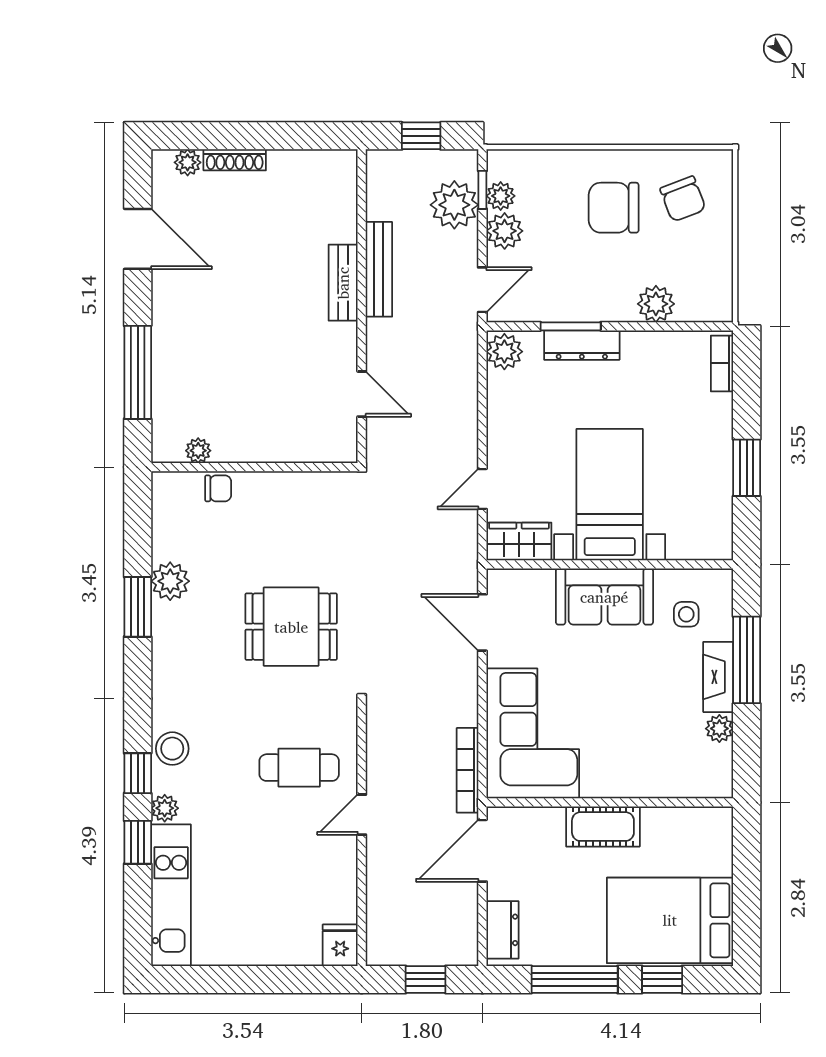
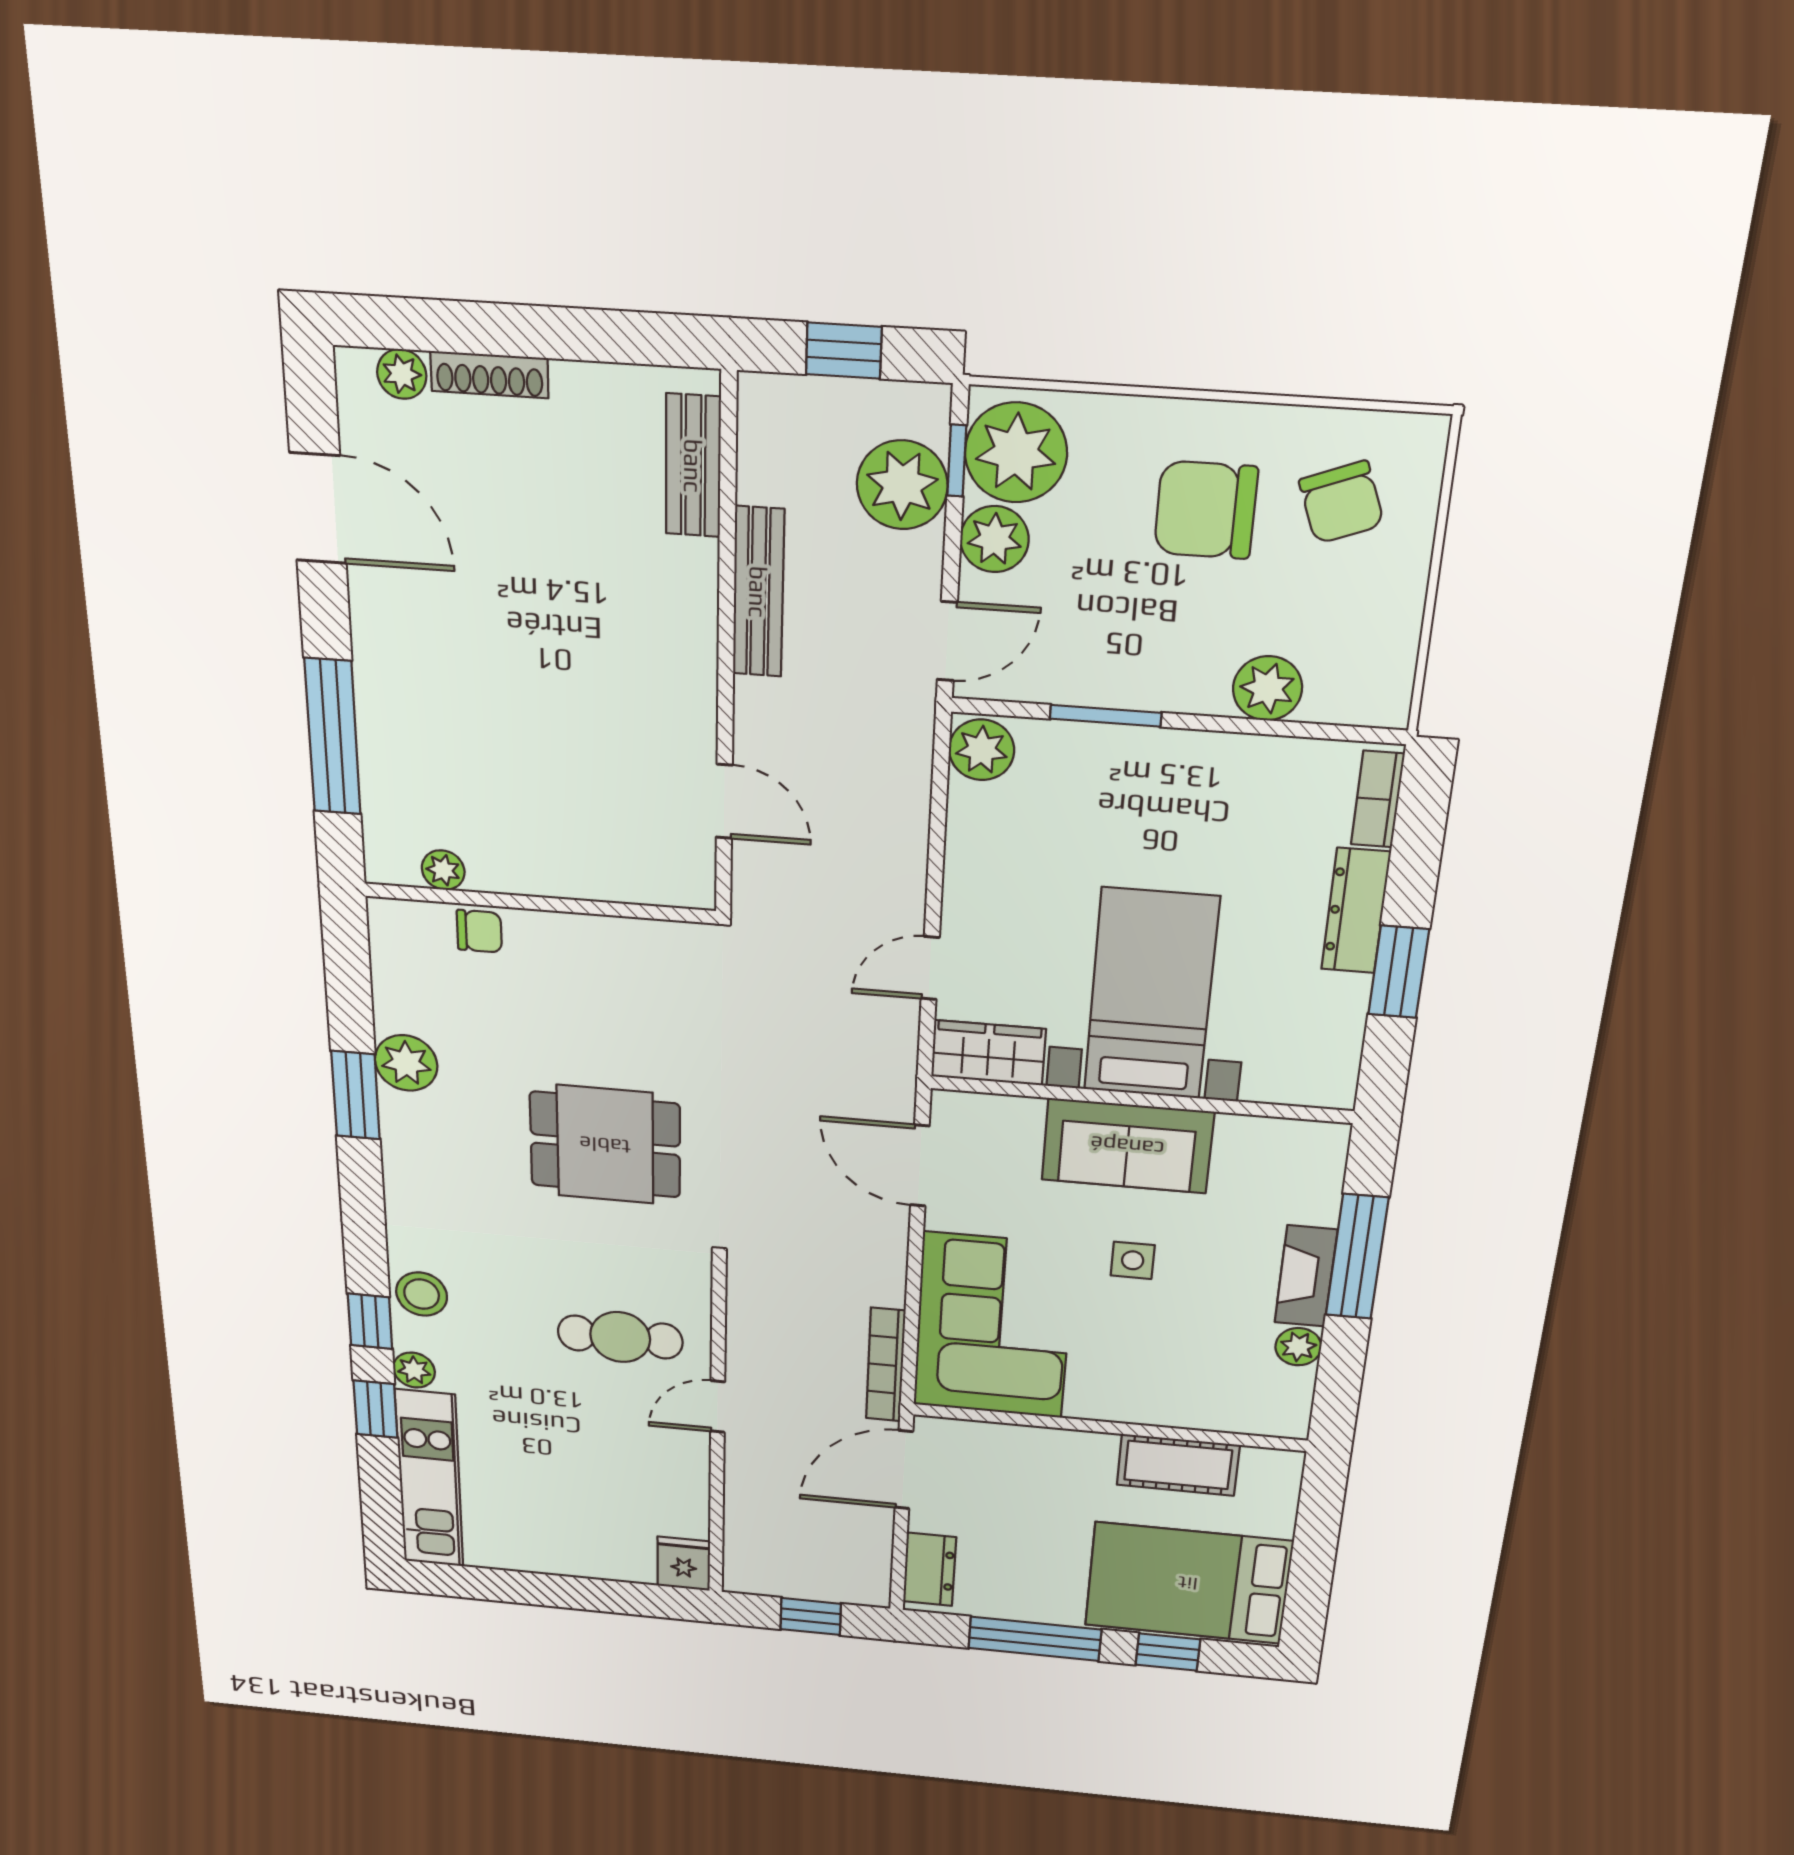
plant: (501, 196) -> (1016, 453), width x1.88, depth x1.88
bench: (343, 283) -> (693, 466), moved
dresser: (582, 345) -> (1356, 911), moved, turned 90
side table: (686, 614) -> (1133, 1260), moved
cot: (603, 827) -> (1178, 1465), moved

